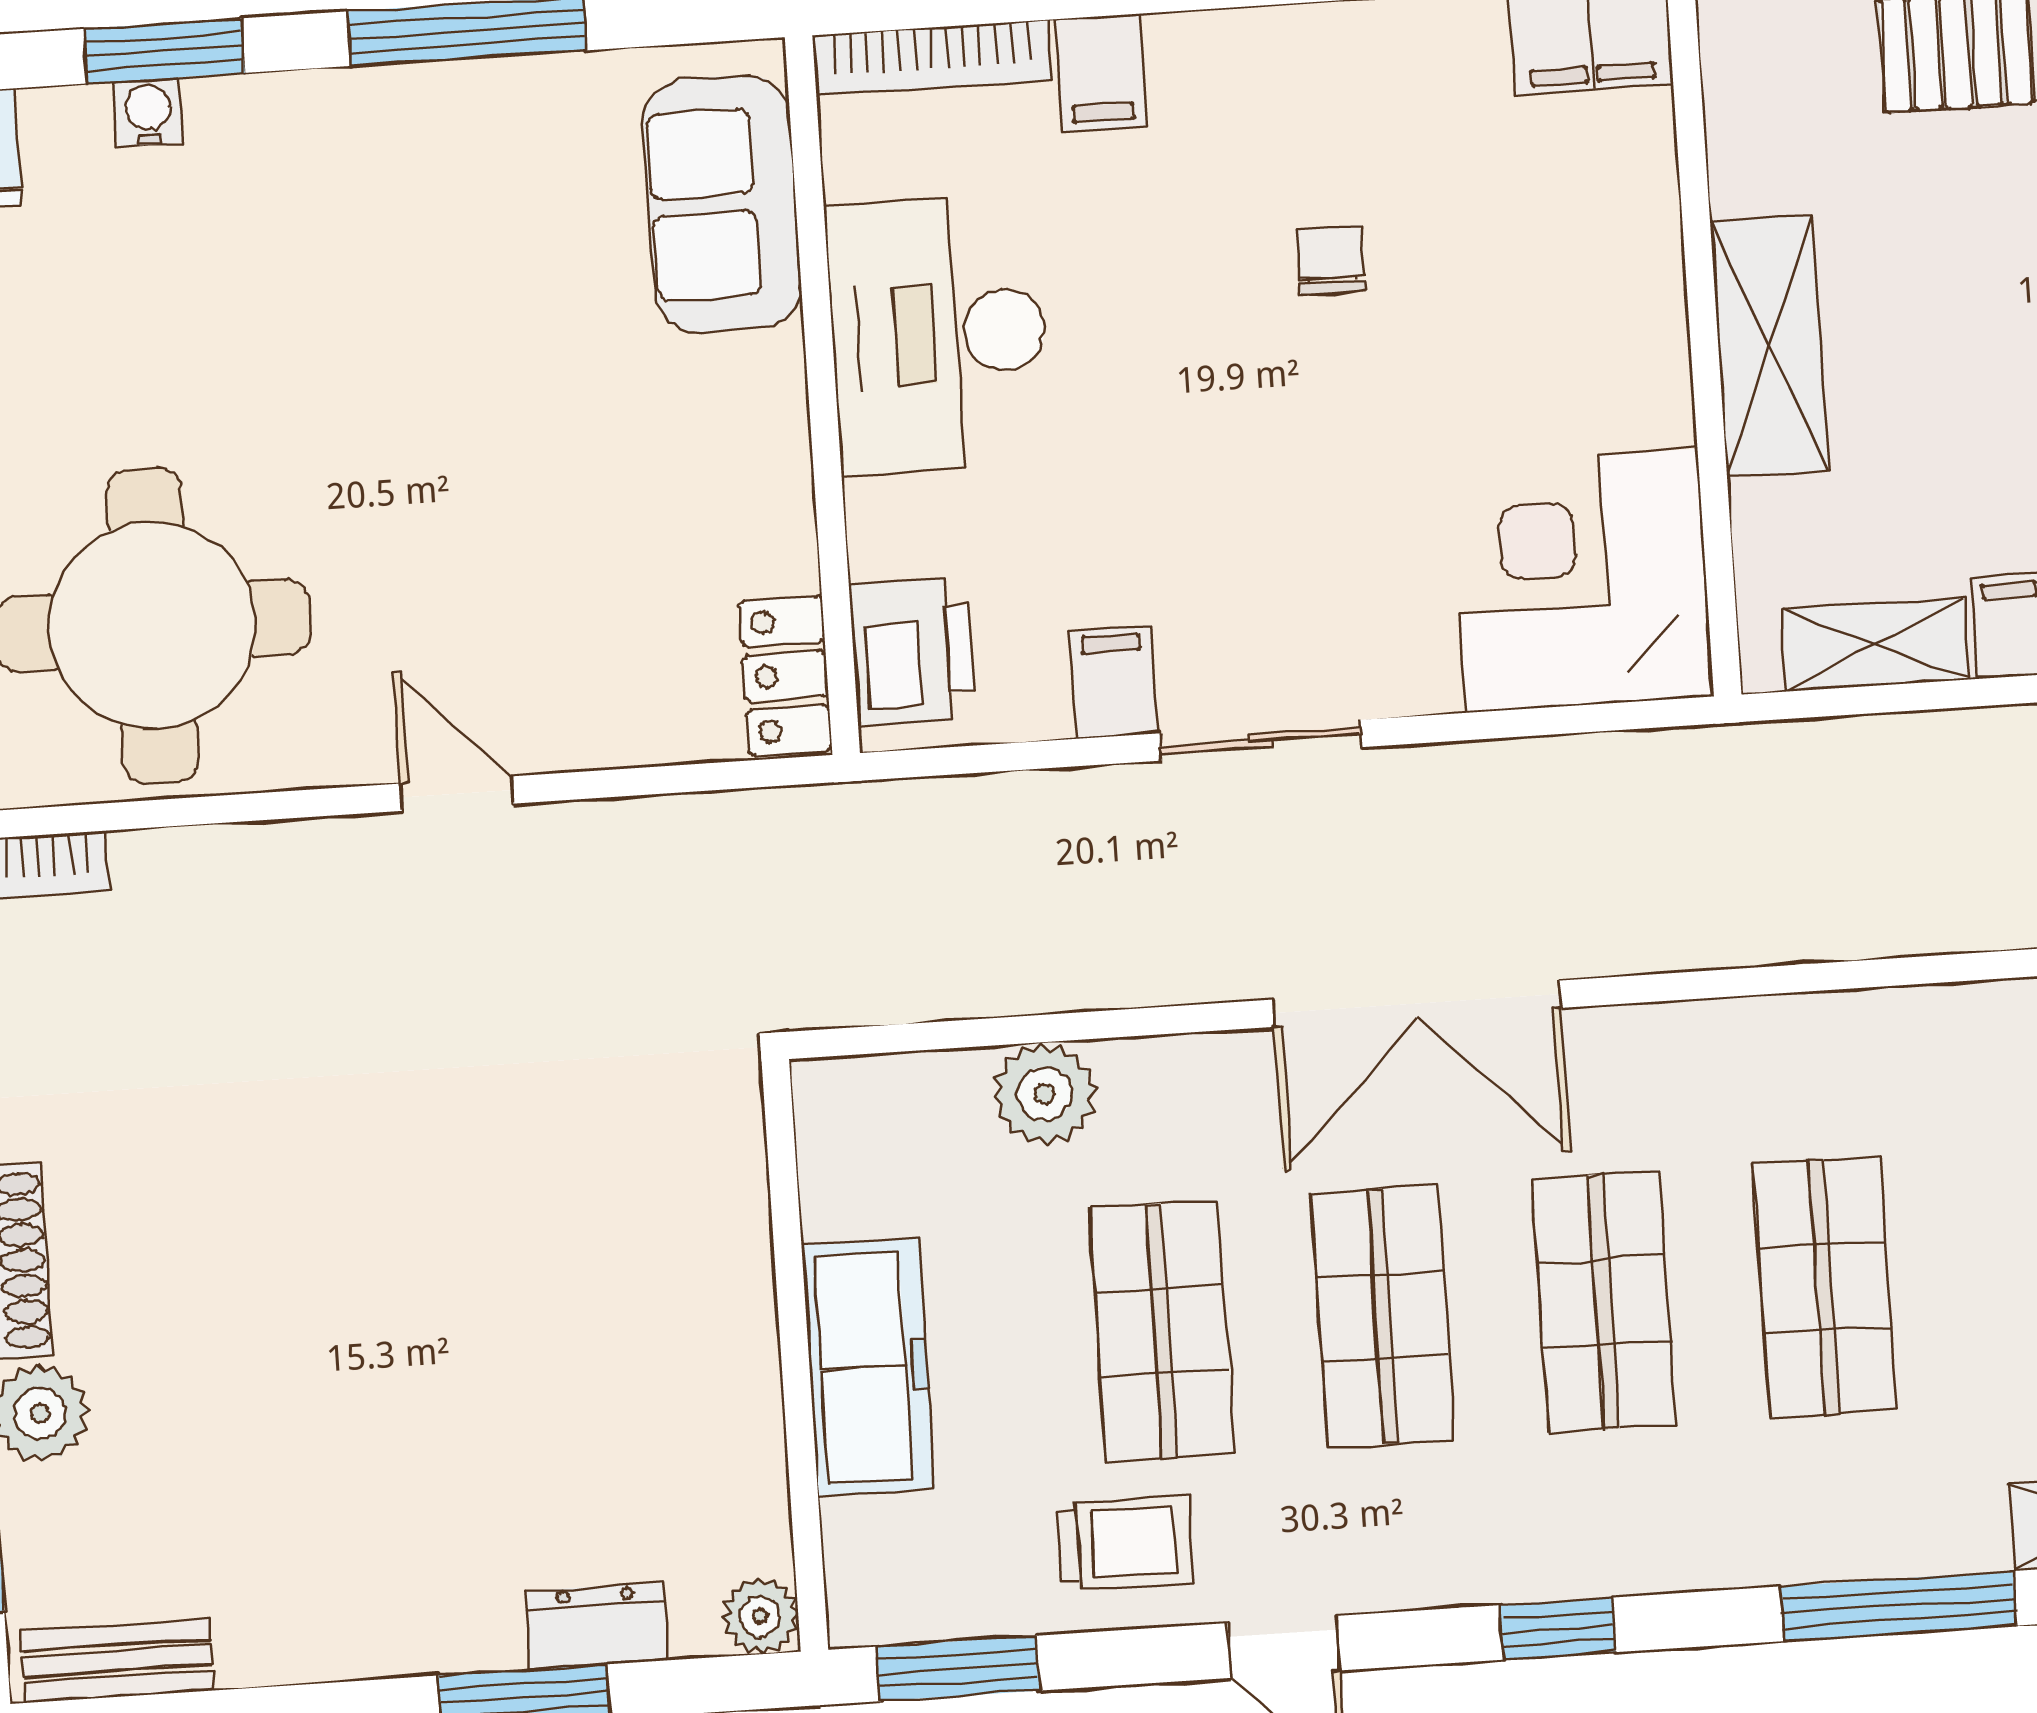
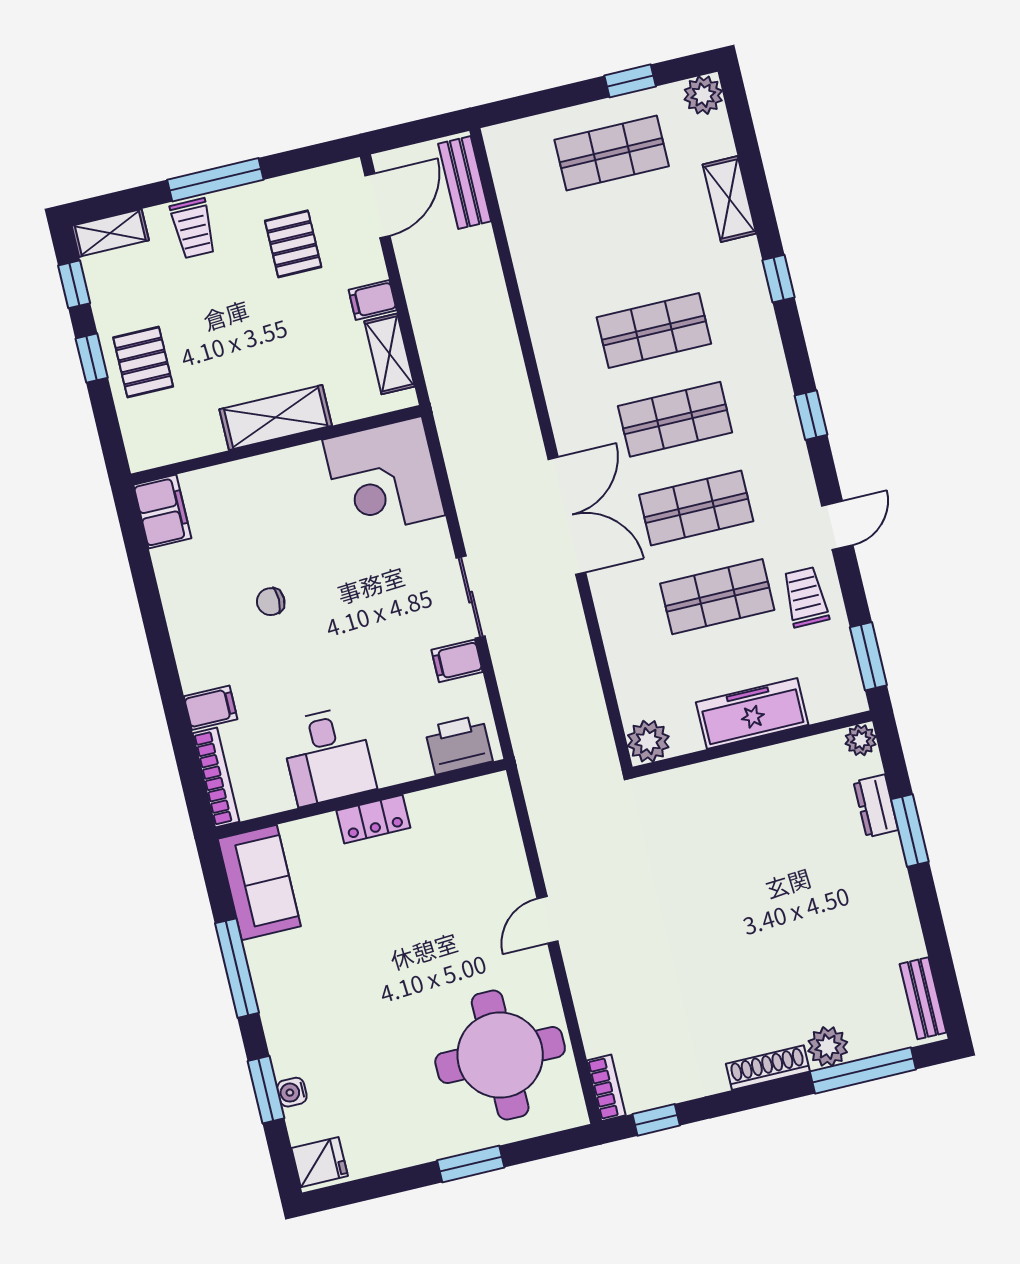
sofa: (722, 203) -> (259, 882), moved, turned -90
desk: (938, 334) -> (328, 756), width x0.73
locker: (786, 676) -> (373, 819), moved
plant: (1044, 1094) -> (648, 741), moved
window: (1898, 1606) -> (778, 279), width x0.46

